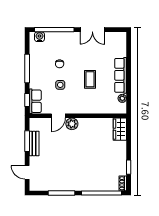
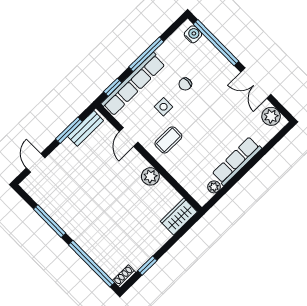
plant: (115, 38) -> (271, 116), added
coffee table: (90, 79) -> (168, 140), moved
row of seats: (35, 101) -> (133, 84), width x2.02
door: (58, 116) -> (129, 137), hinge flipped
plant: (72, 124) -> (150, 176), moved
bench: (34, 143) -> (86, 128), moved

